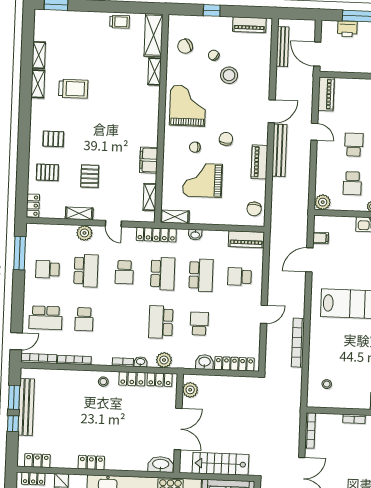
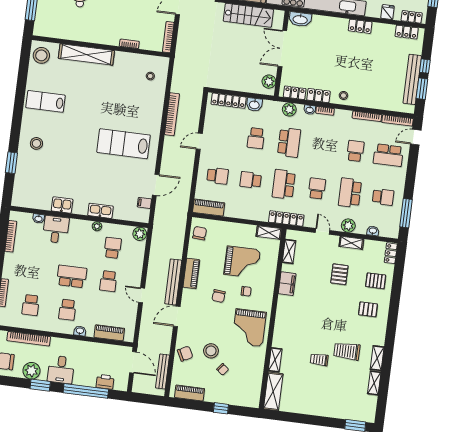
trolley: (120, 22) -> (319, 360), moved
chair: (185, 46) -> (185, 354), moved
piano: (326, 94) -> (109, 333), moved, turned 90
washbasin: (195, 235) -> (373, 231), moved
school desk: (201, 275) -> (251, 180), width x0.54
school desk: (46, 318) -> (388, 155), turned 180

